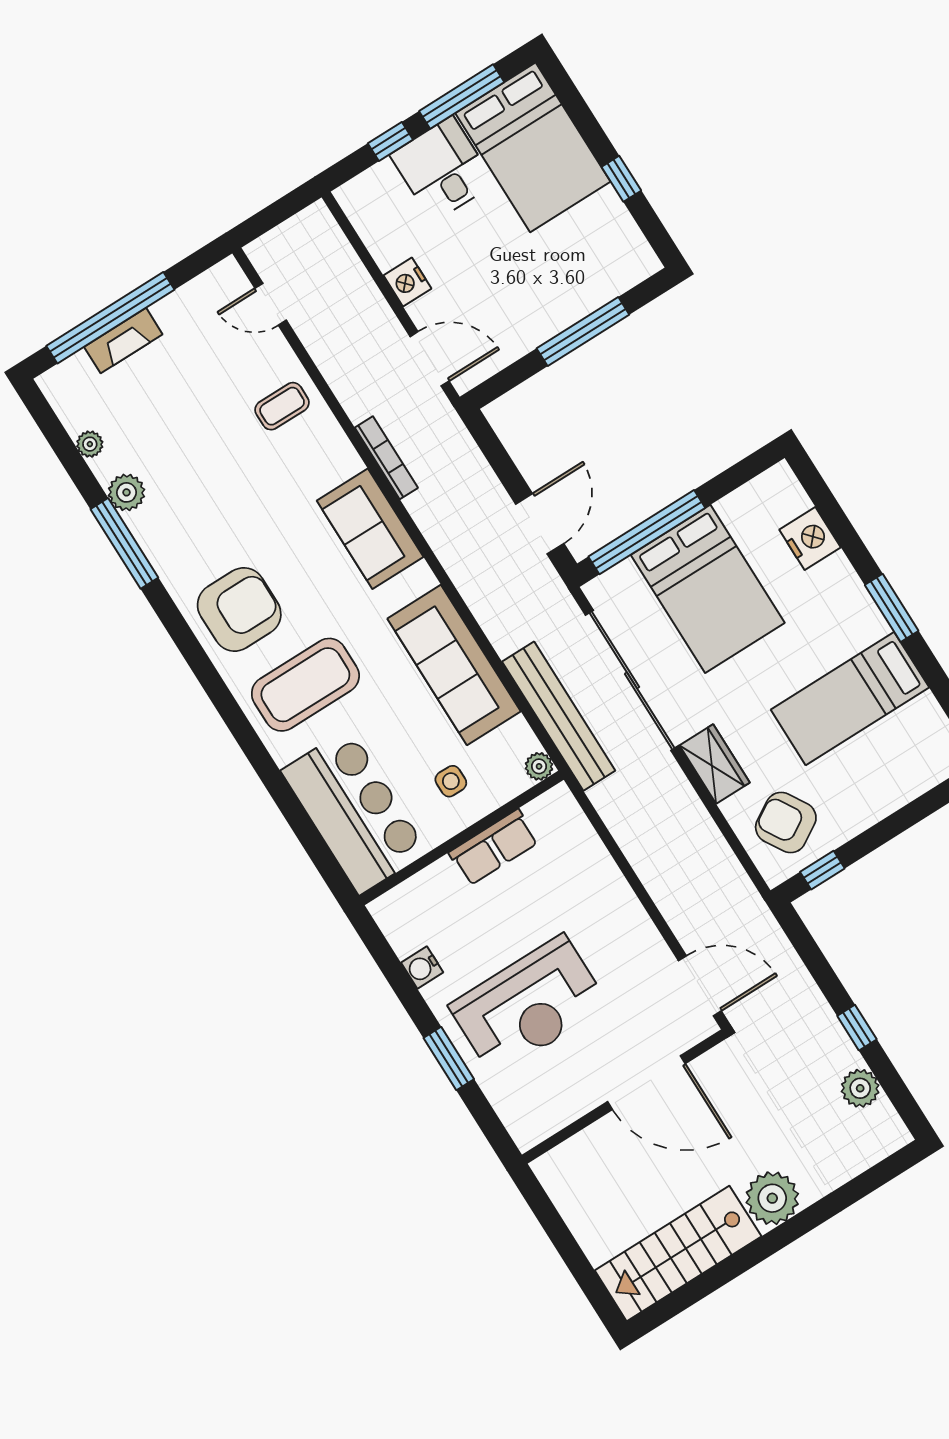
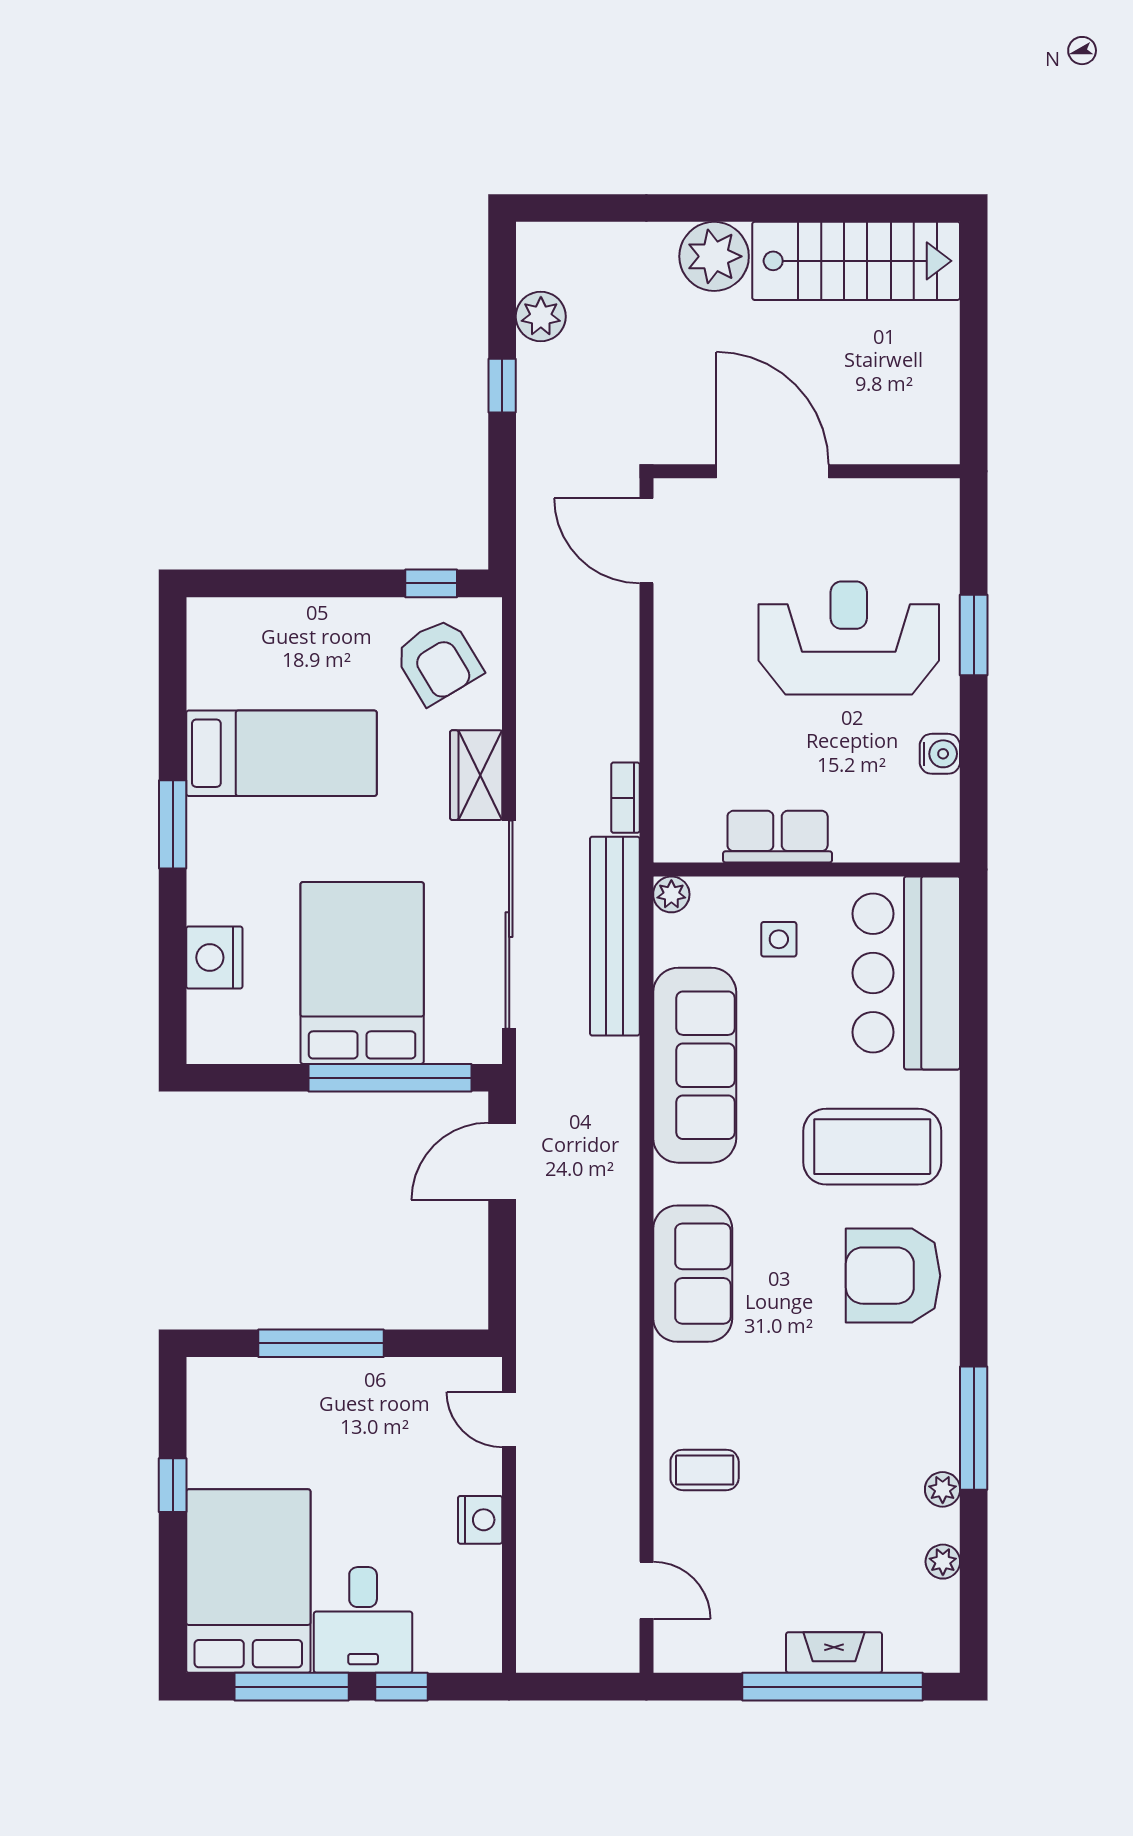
door: (430, 359) -> (509, 1420), width x0.73
bookcase: (386, 458) -> (625, 798), moved, width x0.64
plant: (127, 492) -> (943, 1489), width x0.73, depth x0.73

